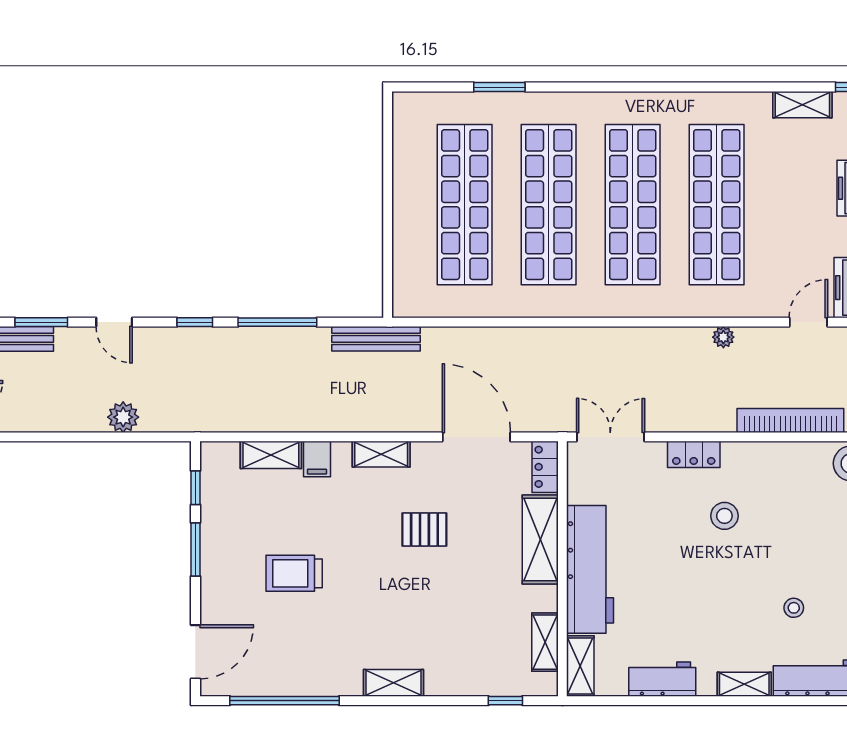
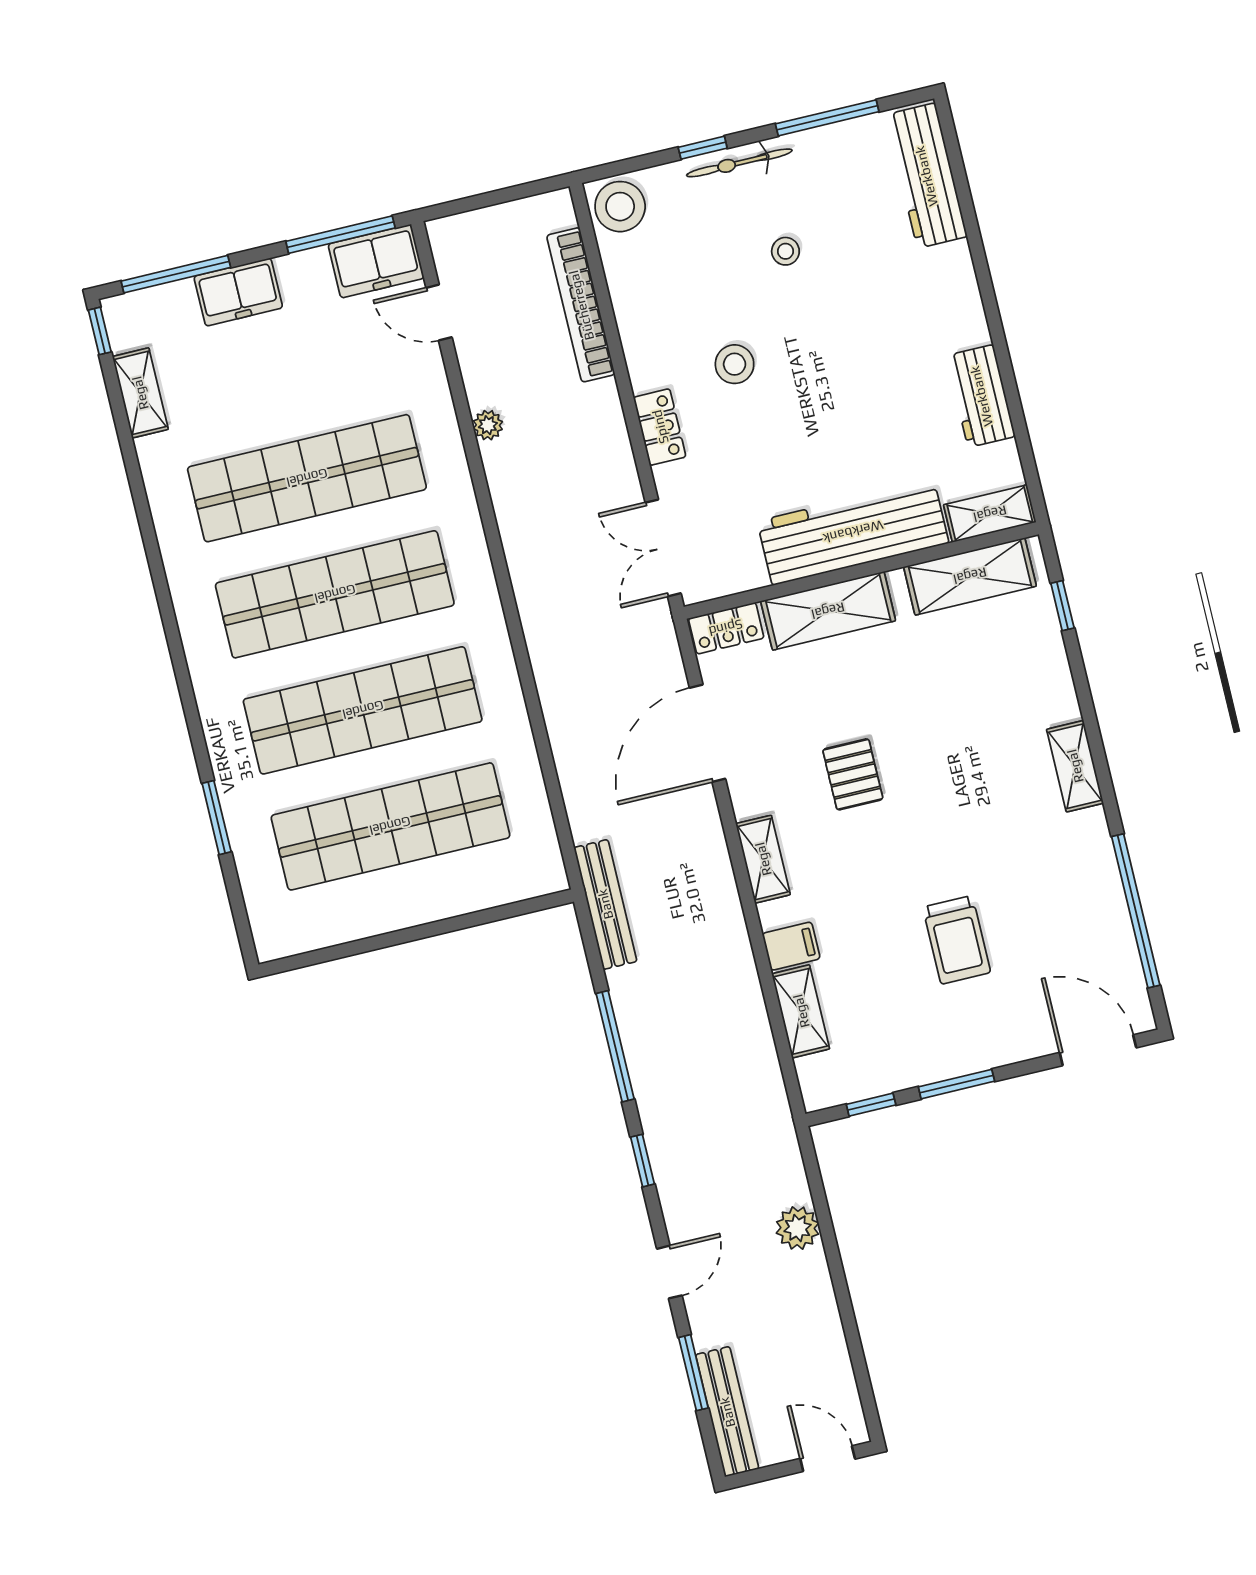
stool: (794, 608) -> (785, 251), moved
shelving: (545, 642) -> (970, 576), width x1.50, depth x1.33
shelving: (744, 684) -> (961, 281), removed

